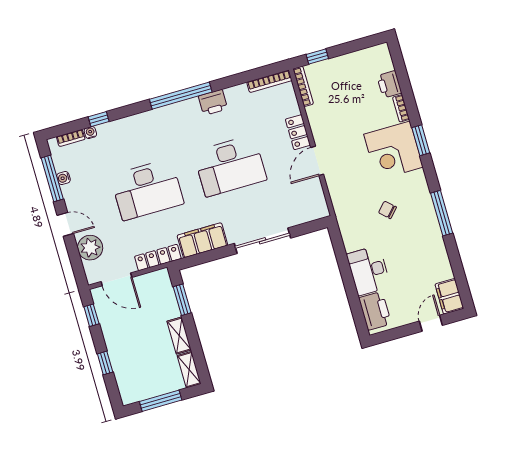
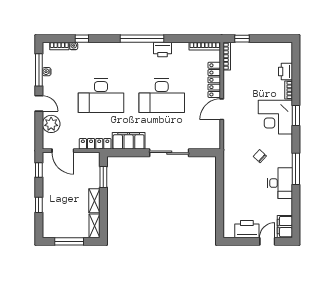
locker: (298, 132) -> (214, 80), width x1.53
desk: (369, 271) -> (280, 183), moved, turned 180
printer: (375, 311) -> (247, 229), moved, turned -90

